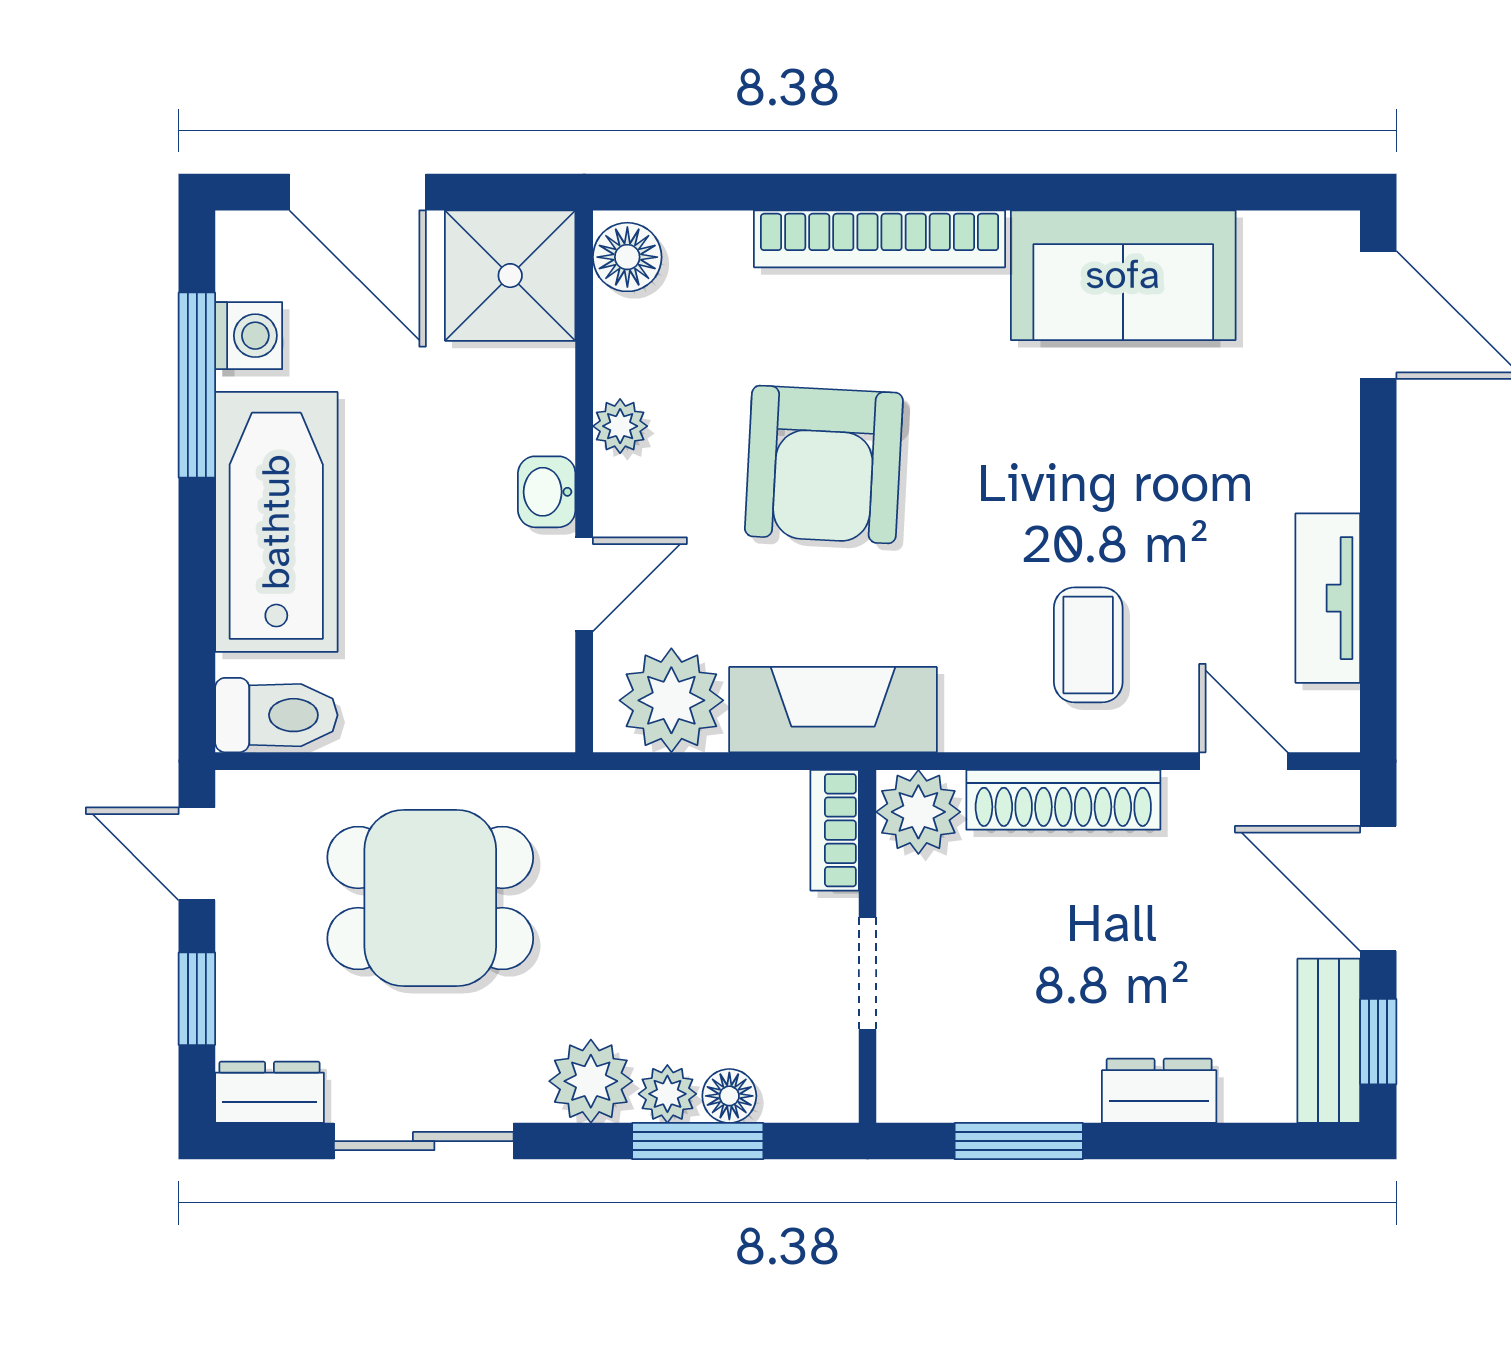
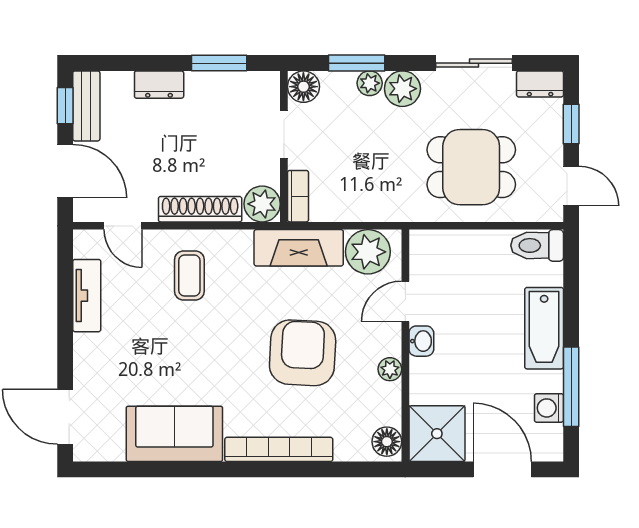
bathtub: (276, 522) -> (544, 328), width x0.73, depth x0.73
floor lamp: (729, 1096) -> (303, 87), moved, width x1.37, depth x1.37

